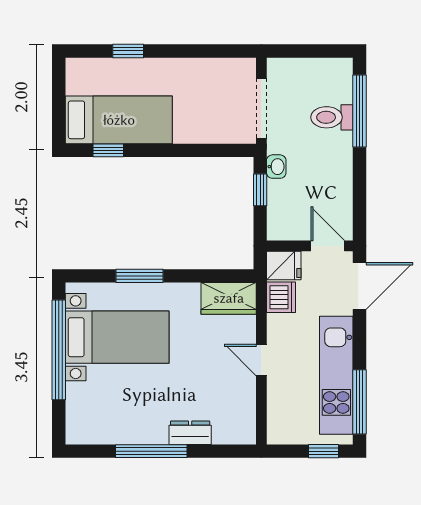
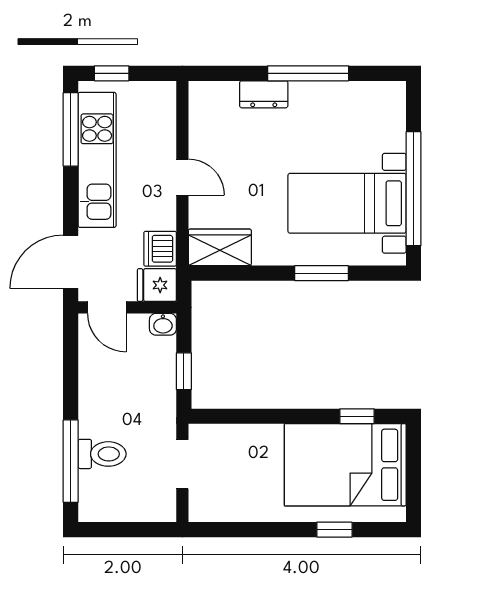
doorway: (261, 108) -> (182, 464), width x0.73
bed: (119, 120) -> (345, 465), width x1.50
washbasin: (276, 167) -> (163, 324), moved, turned -90

